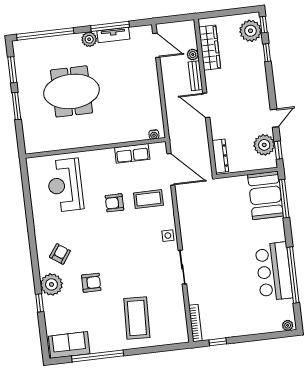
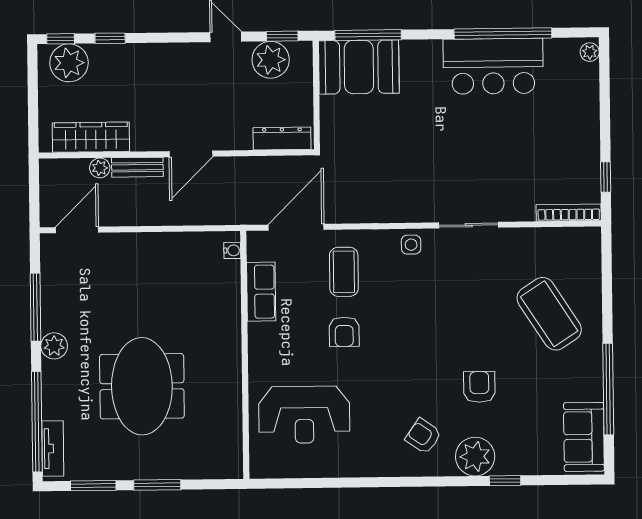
tv unit: (113, 35) -> (53, 449), moved
coffee table: (137, 318) -> (549, 314), turned 55

